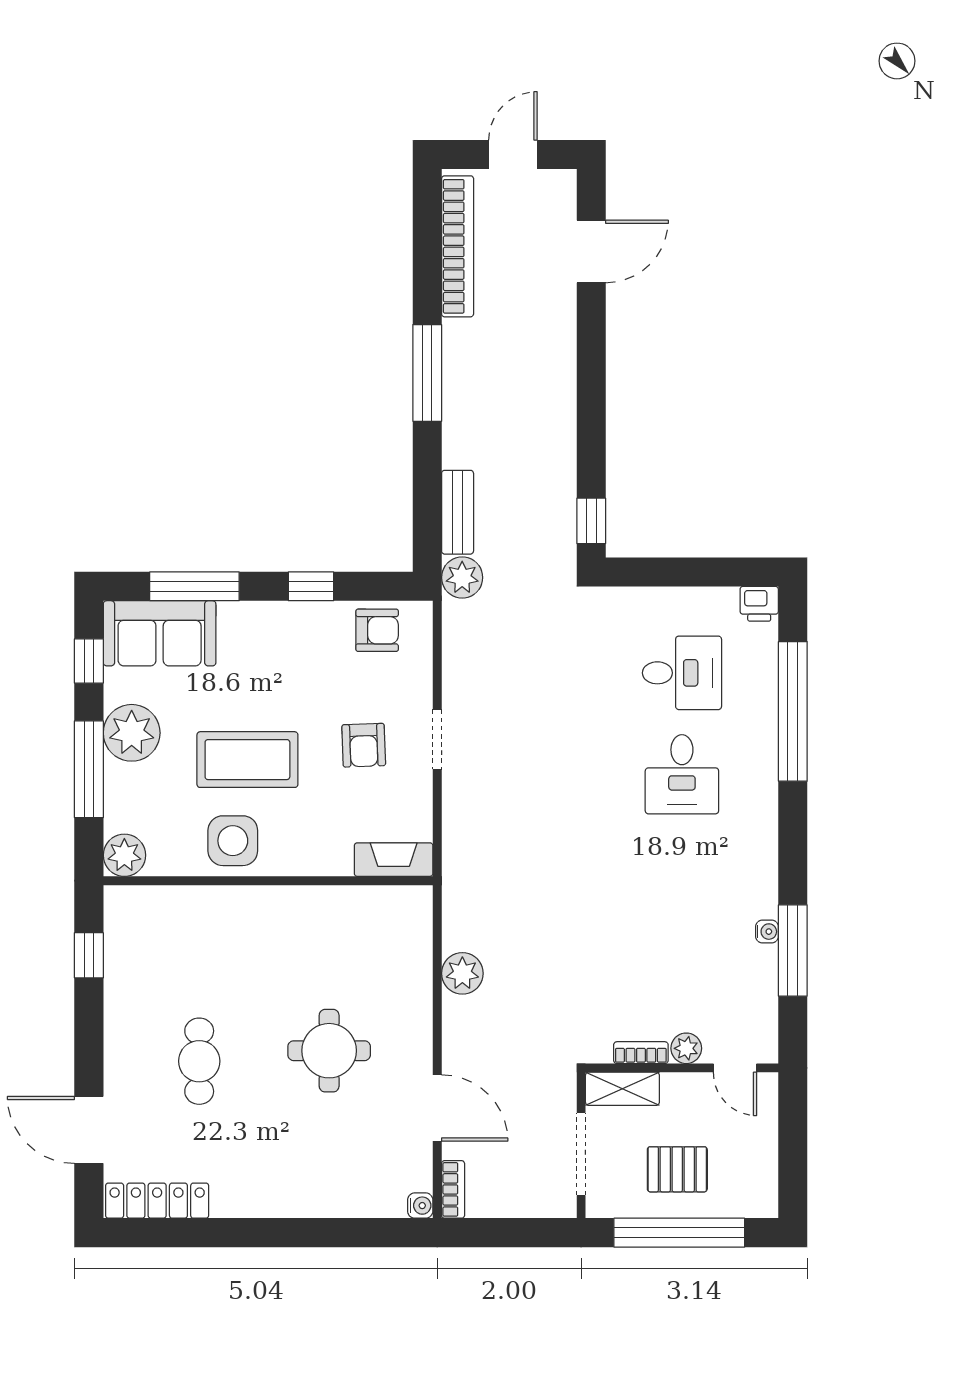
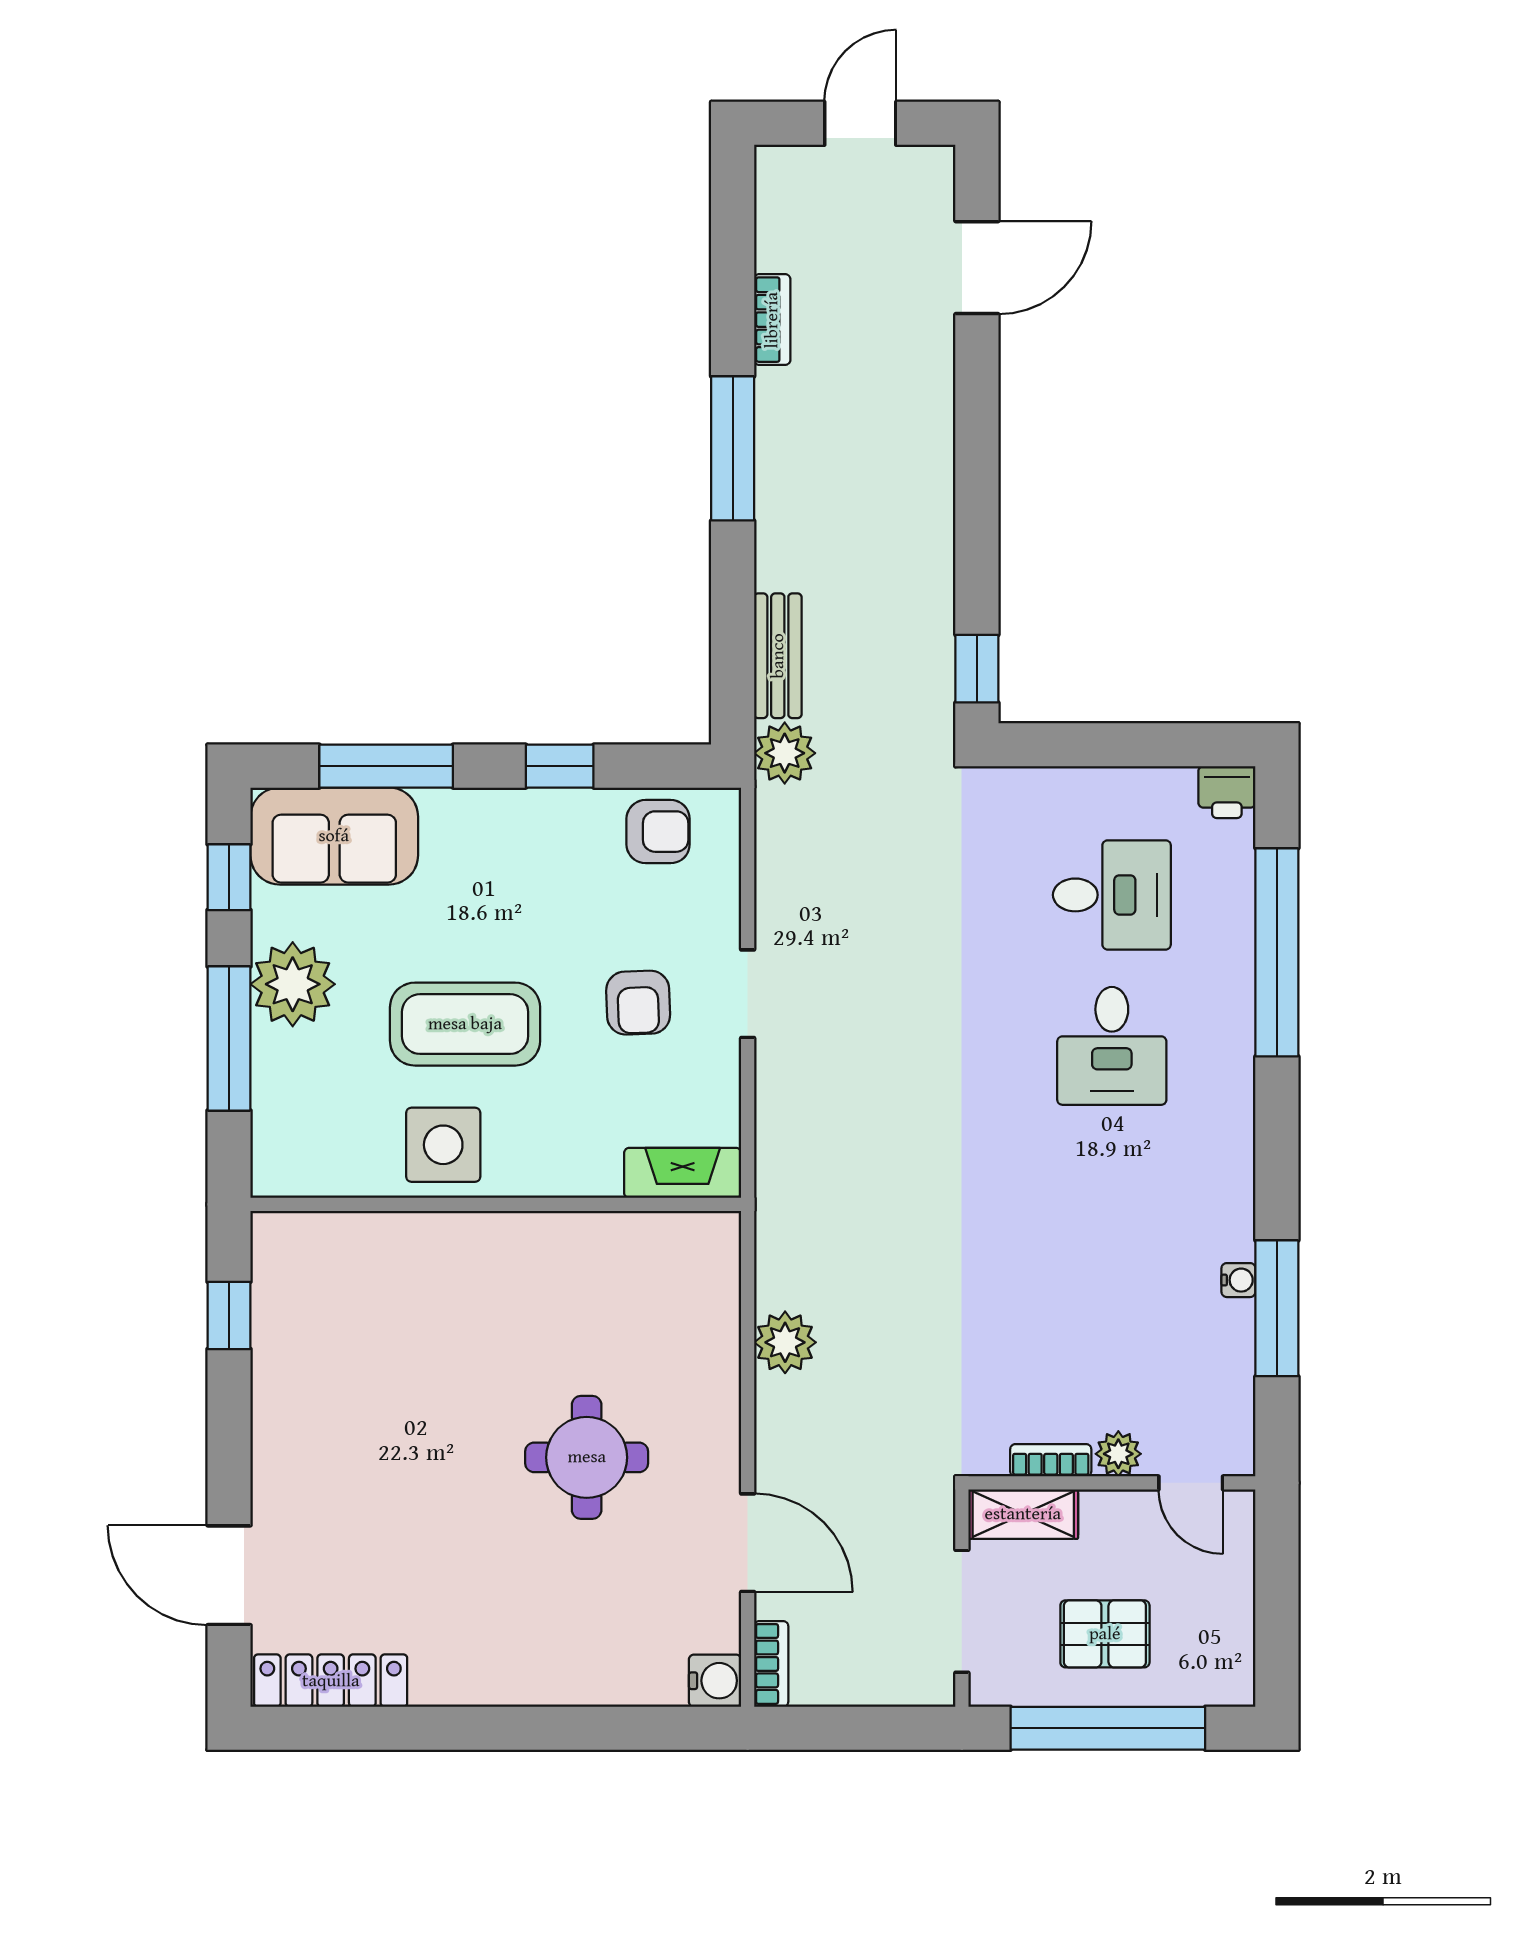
bookcase: (458, 246) -> (772, 320), width x0.43, depth x0.76
plant: (124, 855) -> (282, 1166), removed
cafe table: (199, 1061) -> (393, 1473), removed
water cooler: (420, 1206) -> (715, 1681), width x1.38, depth x1.38

